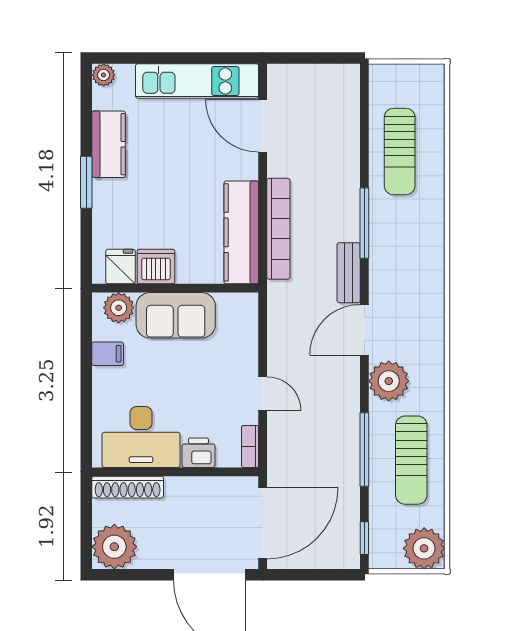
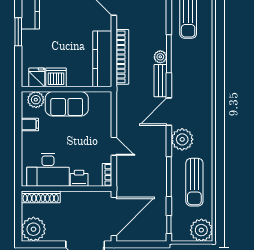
plant: (348, 229) -> (160, 57), added

